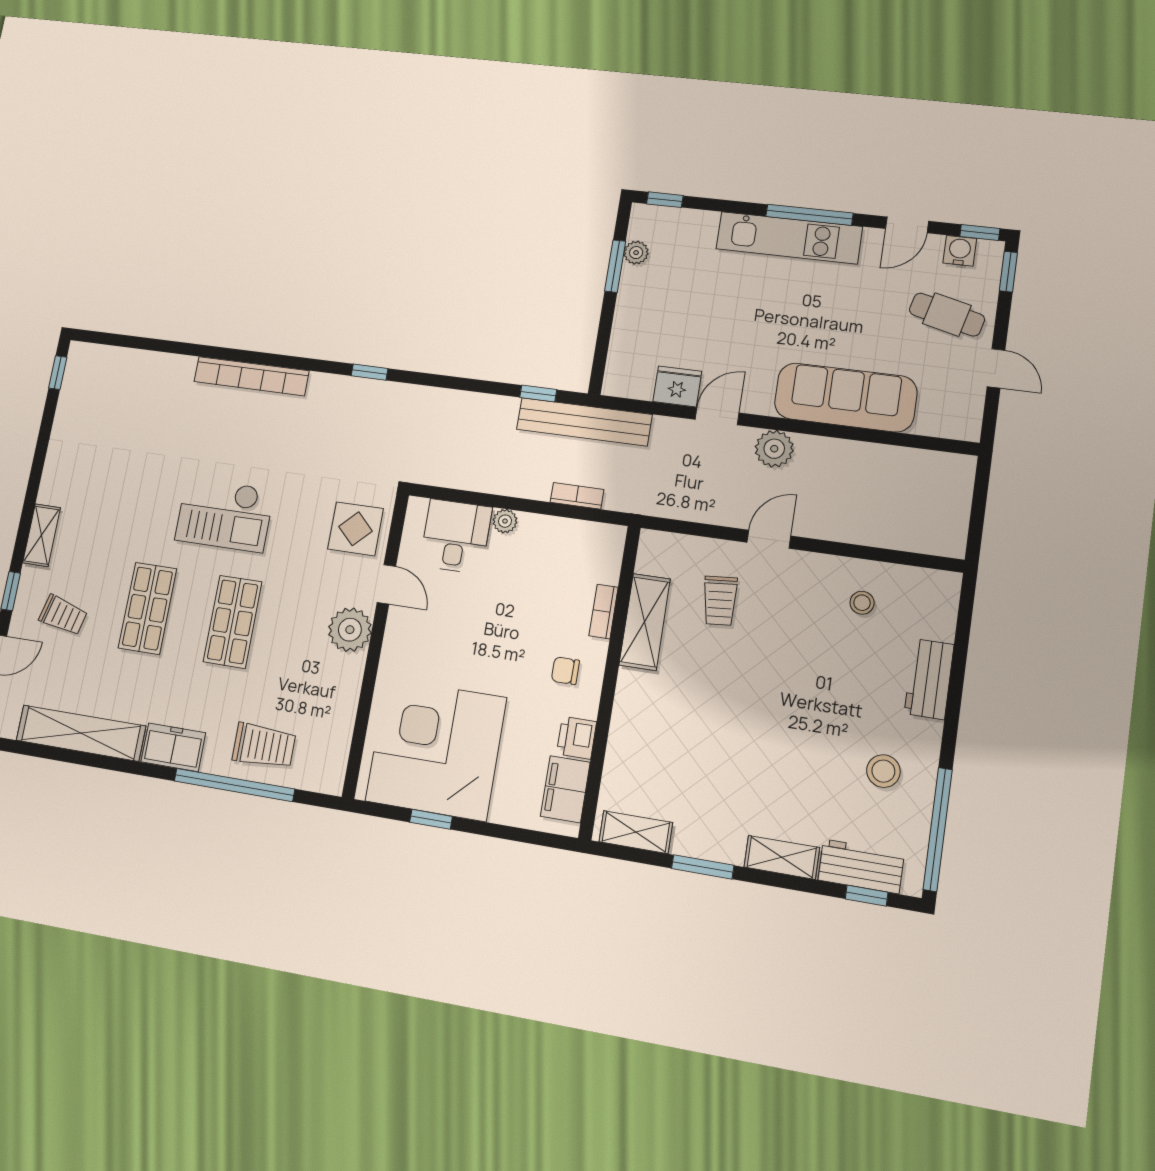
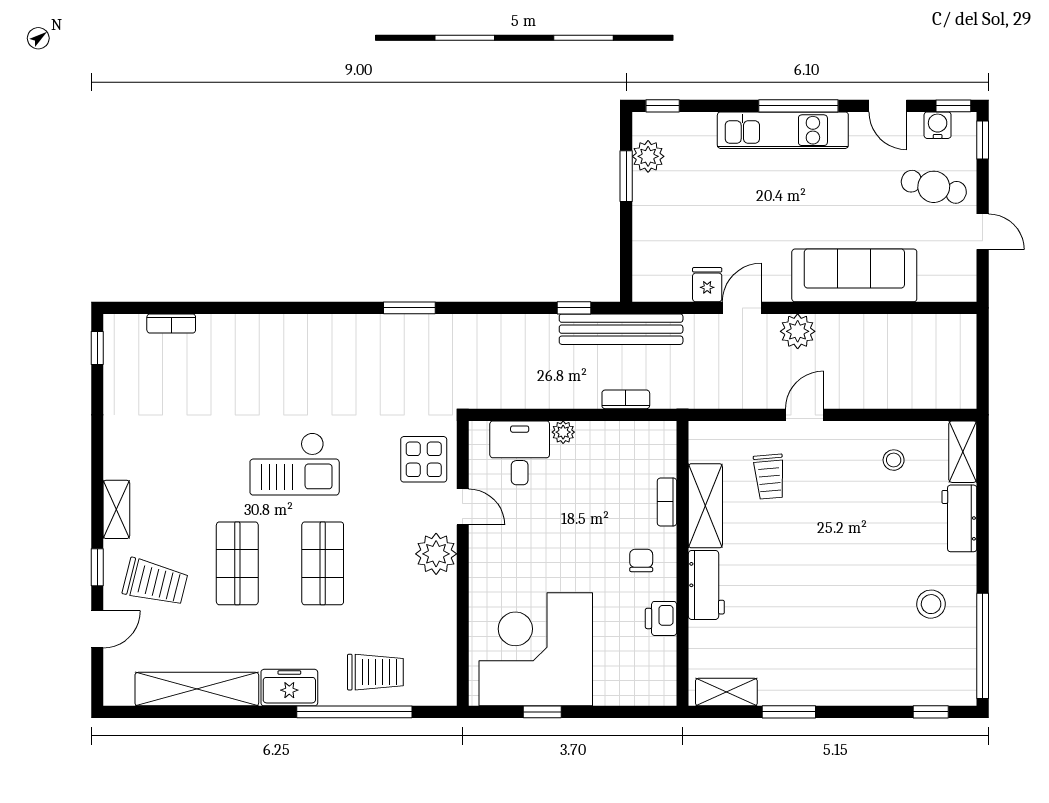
door: (907, 225) -> (888, 106), hinge flipped
plant: (636, 253) -> (648, 156), width x1.38, depth x1.38
window: (370, 372) -> (409, 308), width x1.50
bookcase: (251, 376) -> (171, 323), moved, width x0.43, depth x0.76
fridge: (677, 386) -> (707, 285), width x0.72
trolley: (63, 615) -> (155, 582), width x1.36, depth x1.39
chair: (565, 671) -> (641, 560), turned 90
filing cabinet: (565, 789) -> (658, 665), removed
shelving: (782, 857) -> (963, 452), moved, turned 90
workbench: (861, 866) -> (706, 585), moved, turned 90

